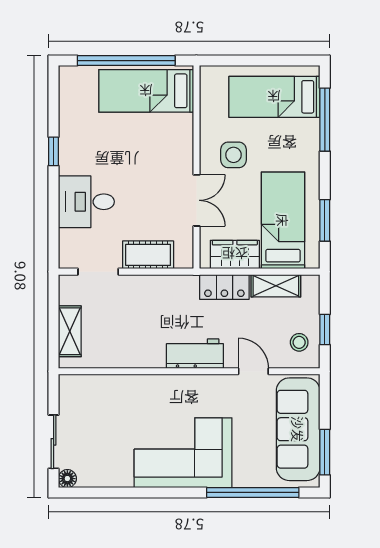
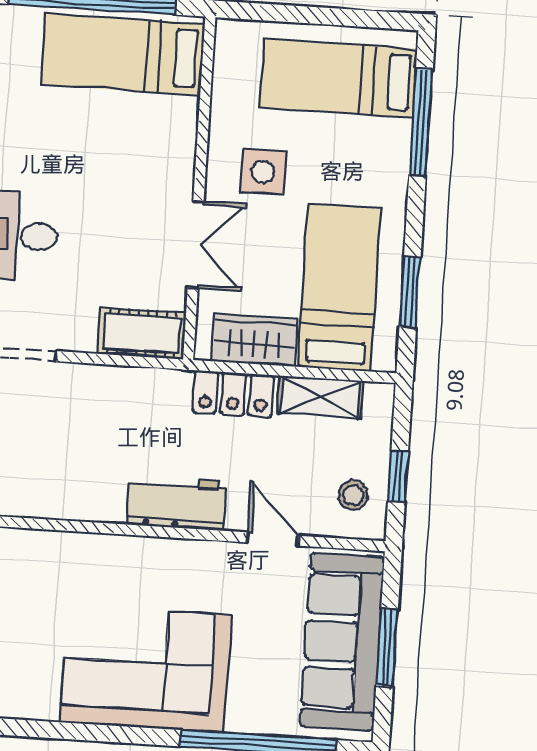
cot: (148, 255) -> (142, 333), moved
window: (325, 452) -> (387, 648), moved

